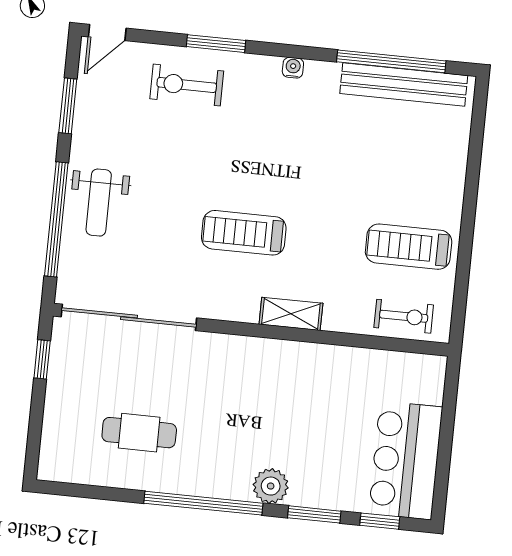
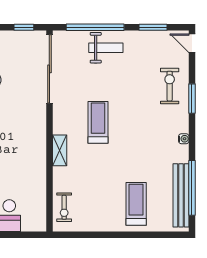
weight bench: (99, 203) -> (106, 48), turned 180
treadmill: (409, 247) -> (136, 204), moved

